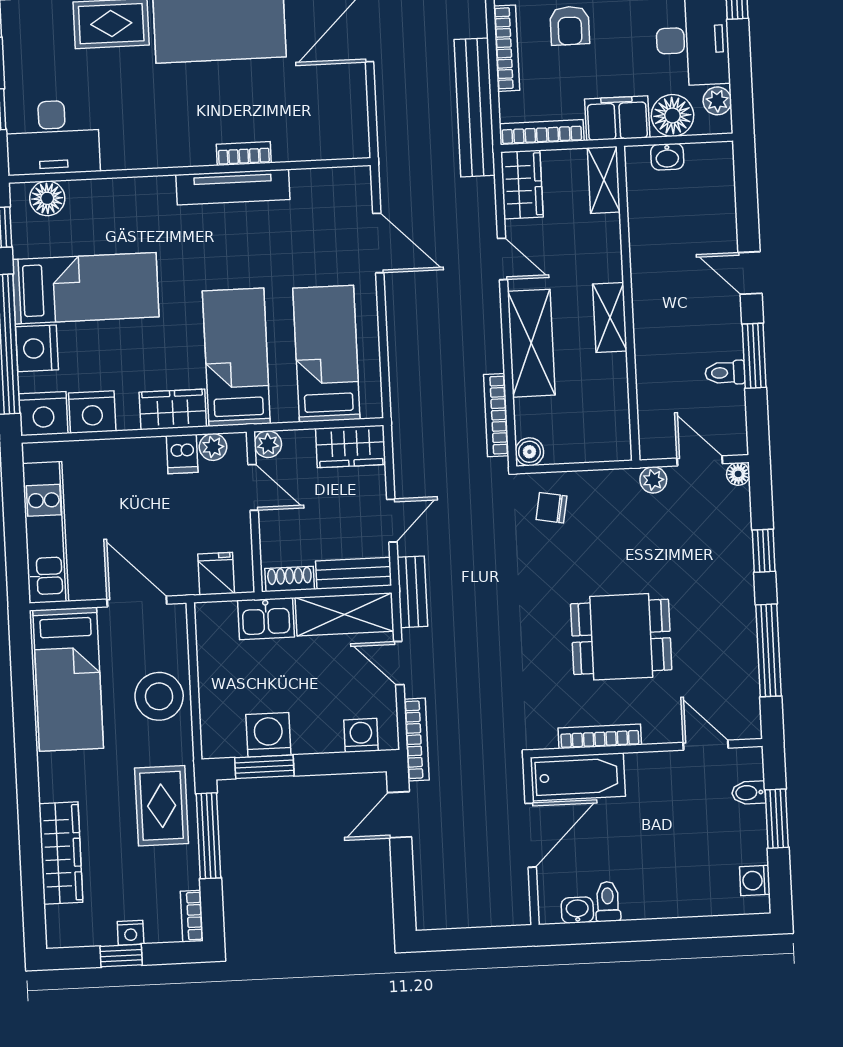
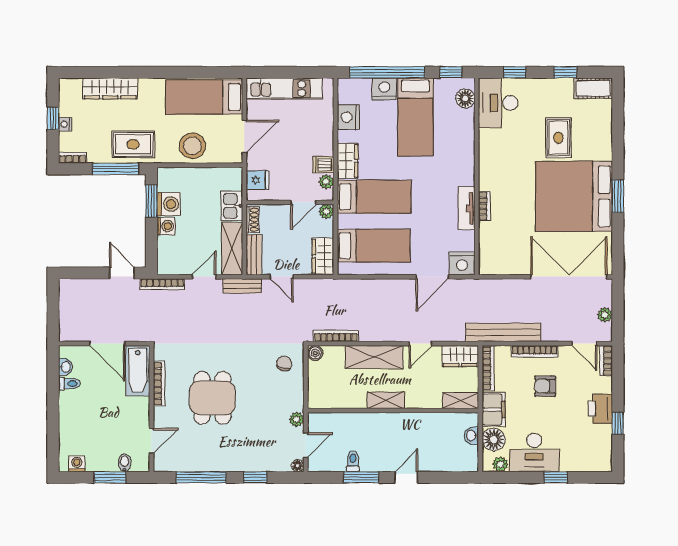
tv unit: (233, 187) -> (466, 208), width x0.71
nightstand: (43, 414) -> (462, 263), moved, turned -90
washing machine: (361, 735) -> (166, 226), moved

